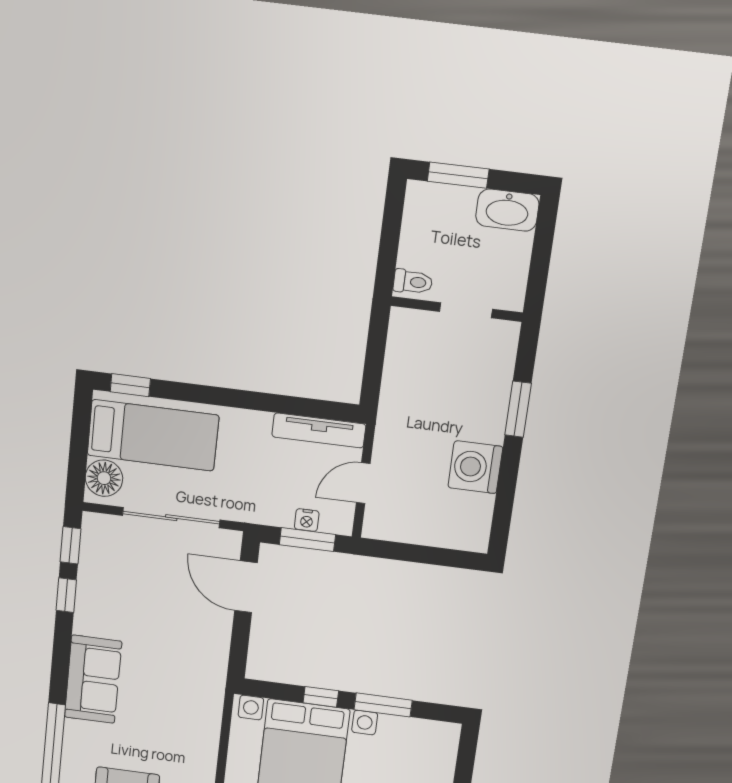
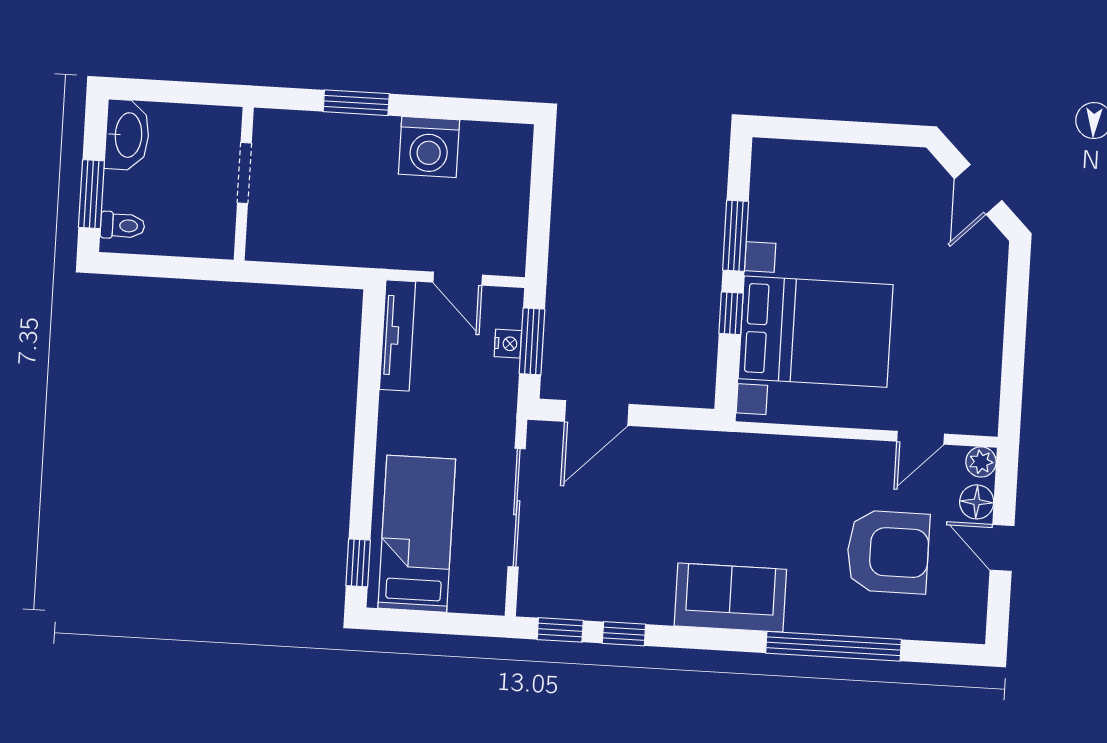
toilet: (413, 282) -> (122, 226), moved, turned 90
floor lamp: (104, 478) -> (473, 591), removed

